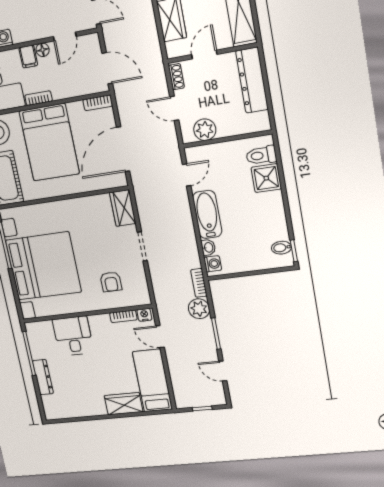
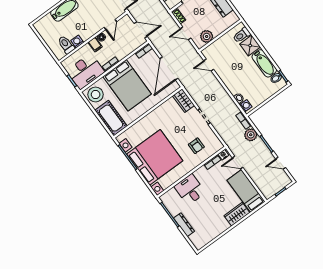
door: (187, 175) -> (209, 65), swing flipped
bathtub: (207, 214) -> (264, 63), moved, turned 180

